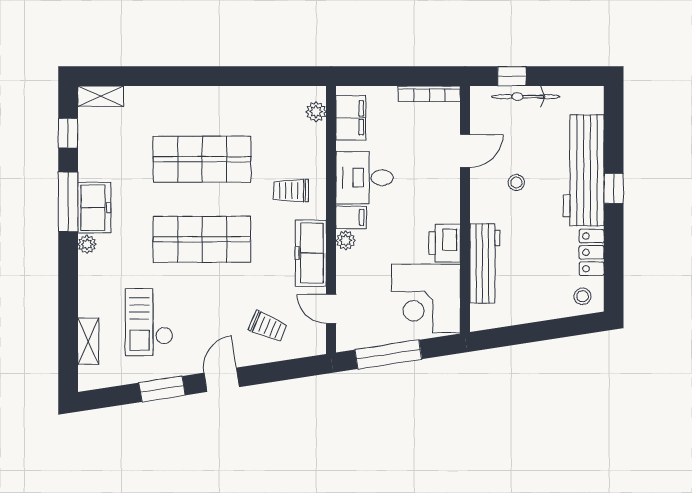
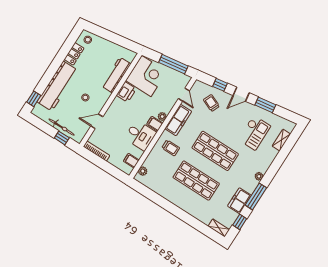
filing cabinet: (351, 118) -> (131, 161), width x0.50
window: (614, 188) -> (34, 99), moved
freezer: (94, 208) -> (239, 201), moved
window: (274, 372) -> (220, 85), added

